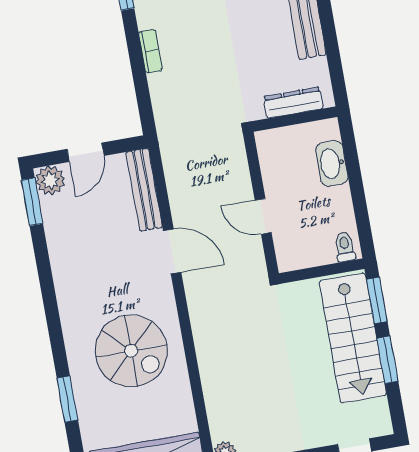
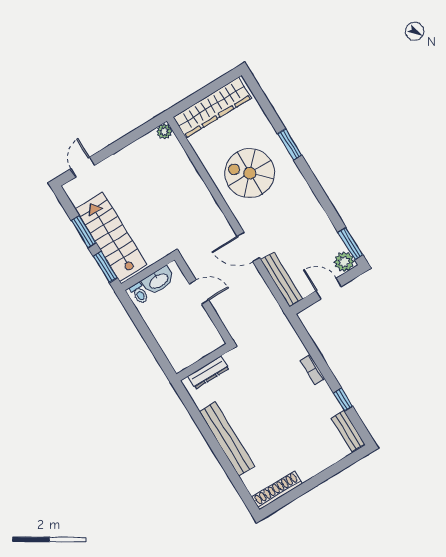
door: (86, 152) -> (329, 289), hinge flipped
washbasin: (332, 163) -> (158, 281), moved, turned 90
window: (67, 399) -> (290, 144), moved

